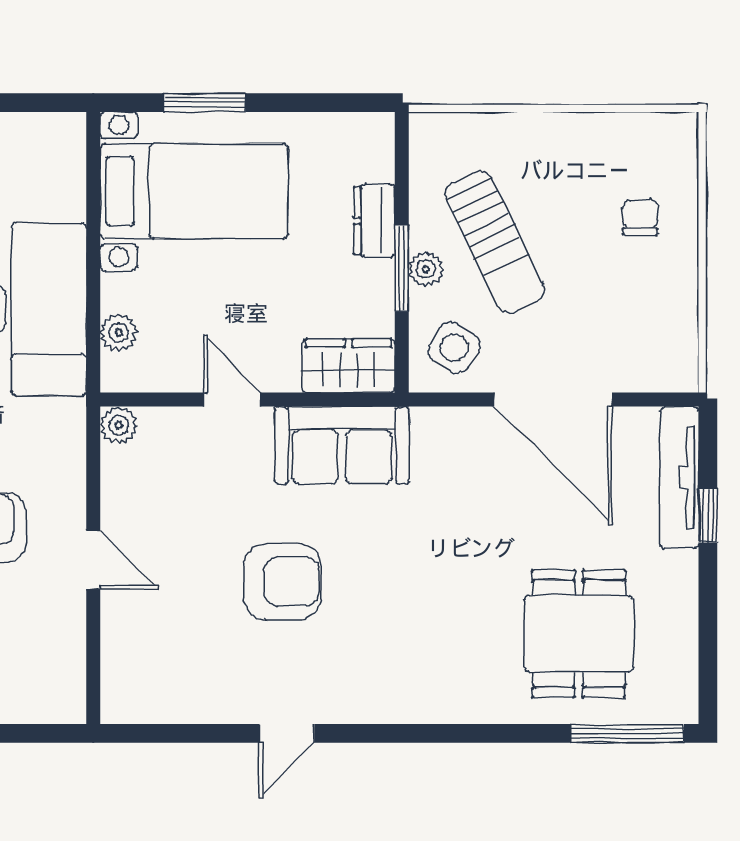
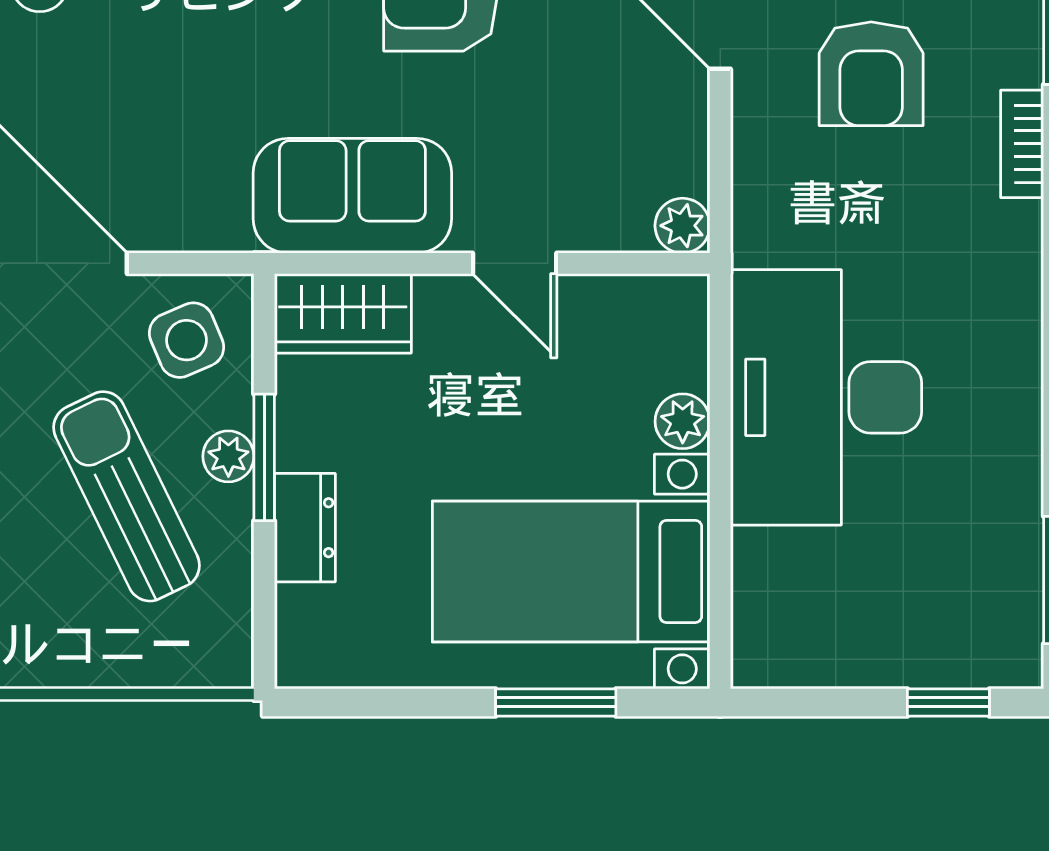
plant: (119, 332) -> (683, 421), moved
side table: (454, 348) -> (186, 340), turned 35

